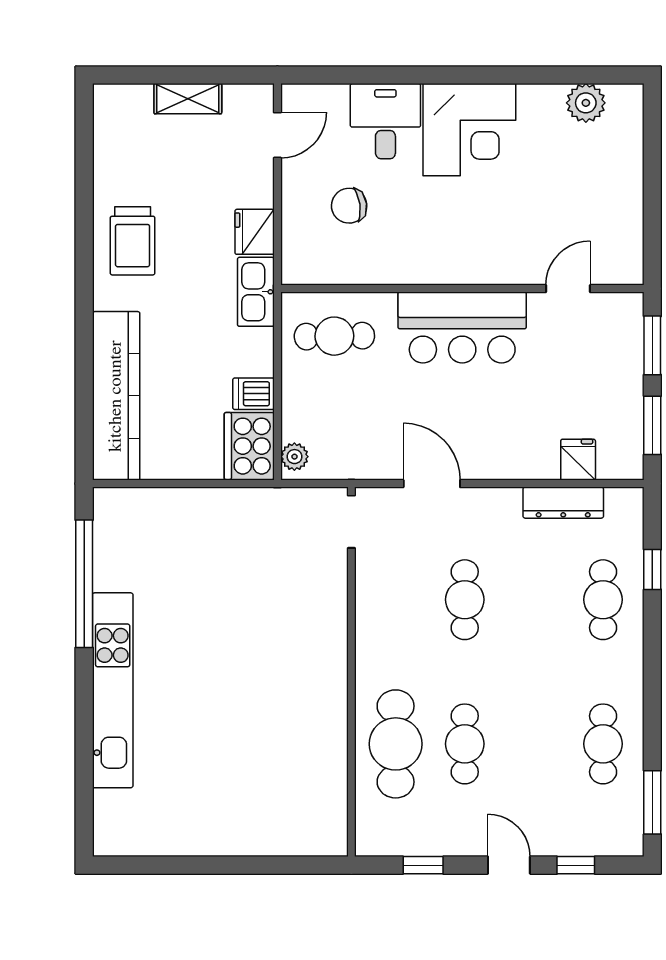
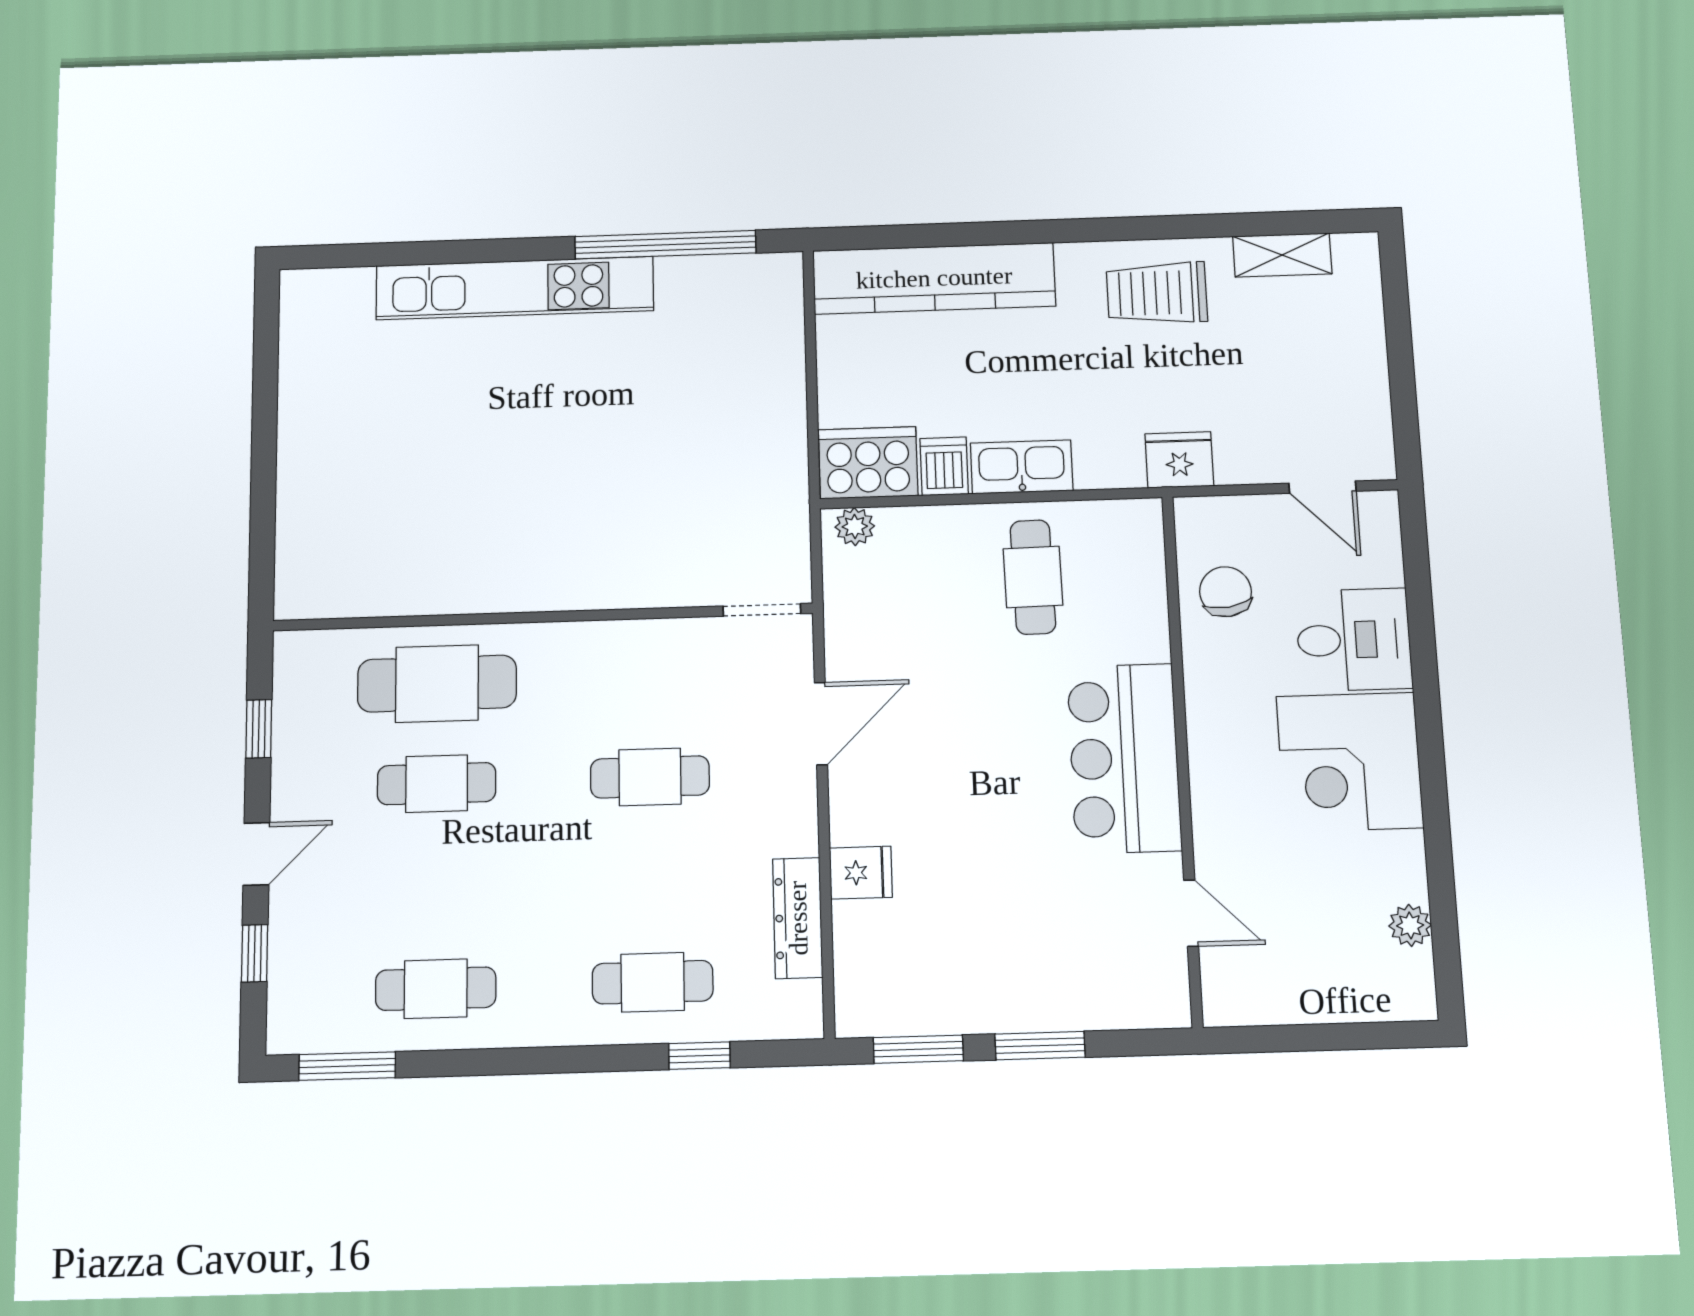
shelving: (188, 99) -> (1282, 255), moved, turned 90
plant: (586, 103) -> (1410, 925), width x0.73, depth x0.73
wall: (462, 289) -> (1182, 757), moved
door: (568, 289) -> (1191, 913), moved
kitchen sink: (256, 292) -> (1022, 467), moved
bar counter: (462, 327) -> (1124, 758), moved
fridge: (578, 460) -> (861, 873), moved

